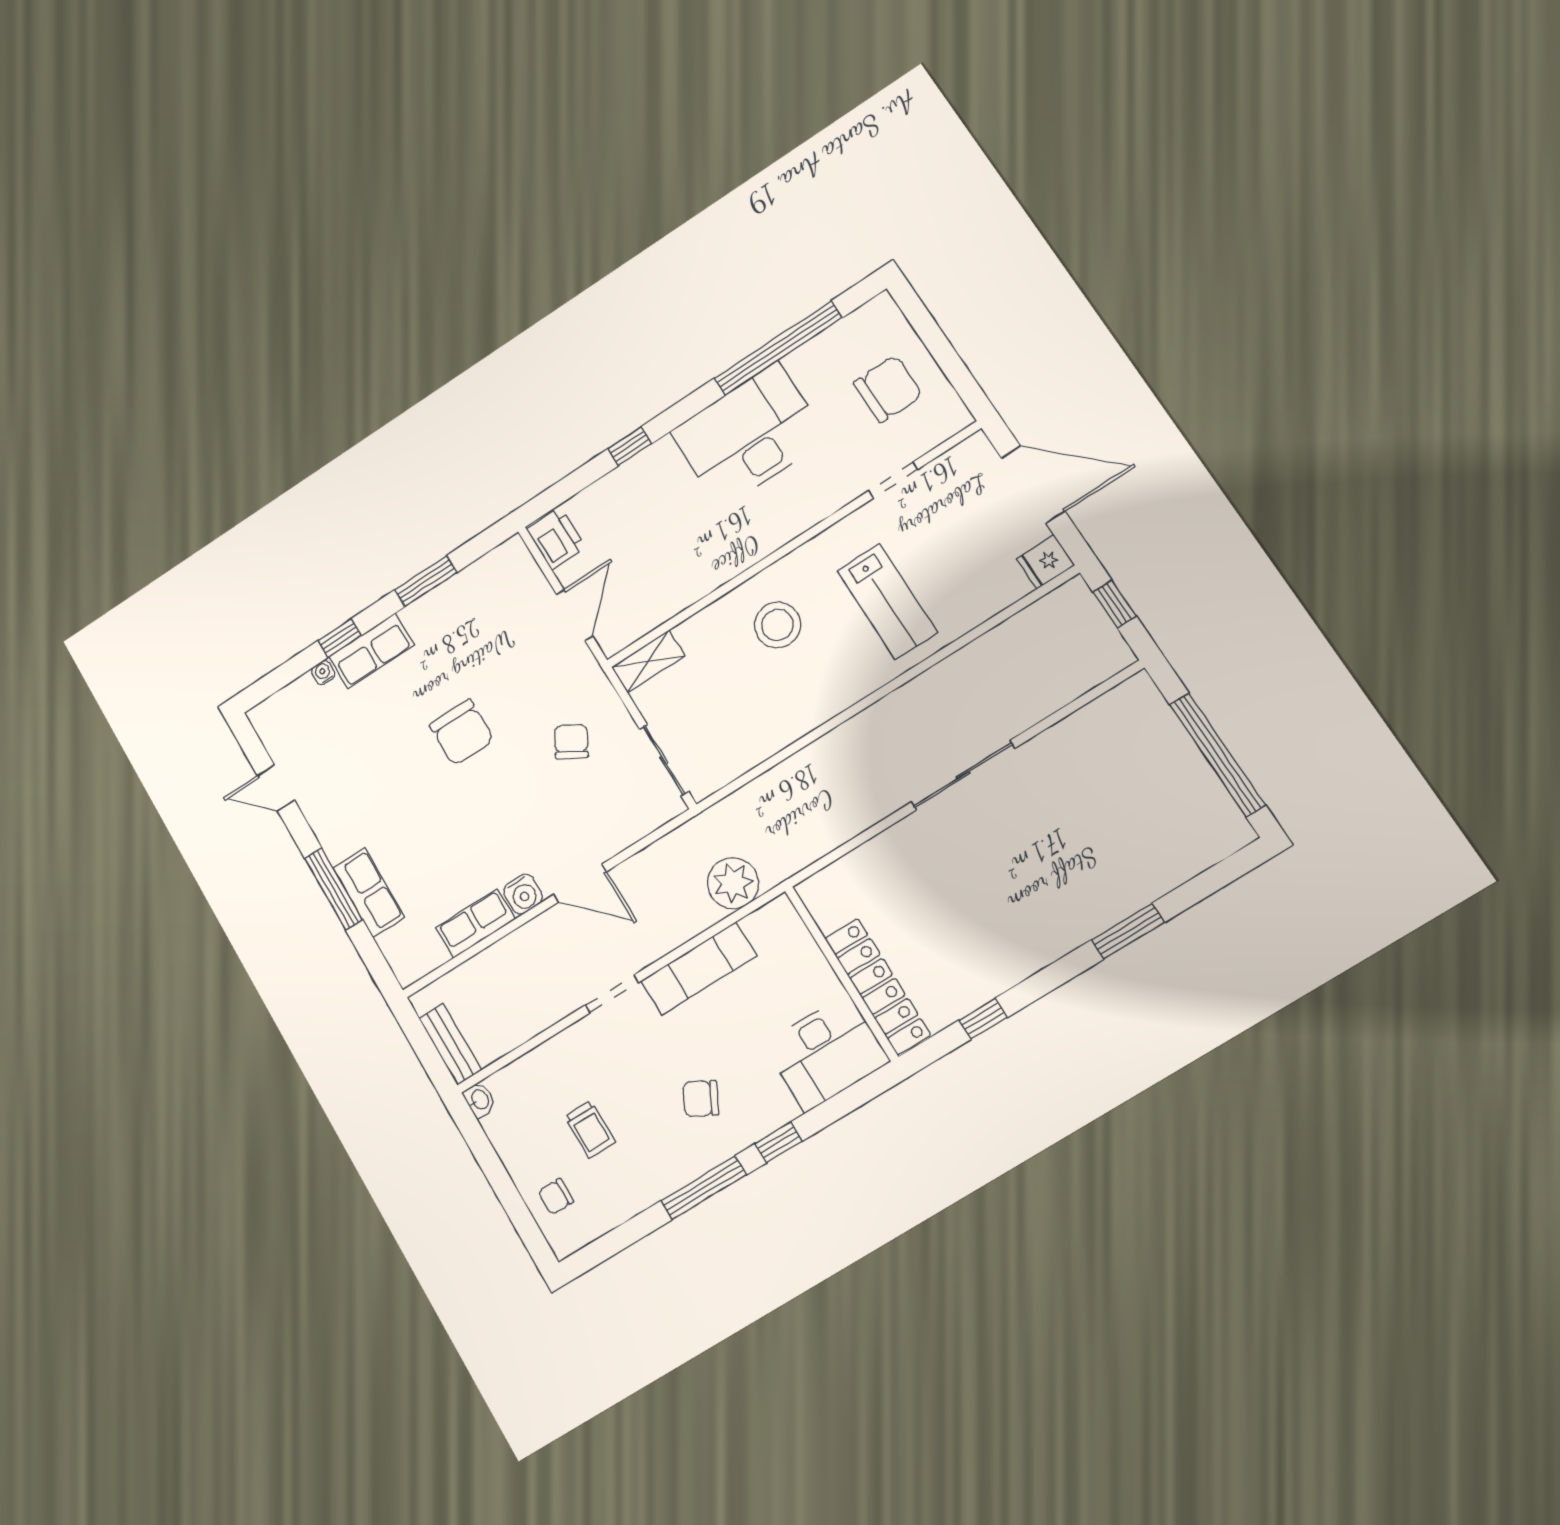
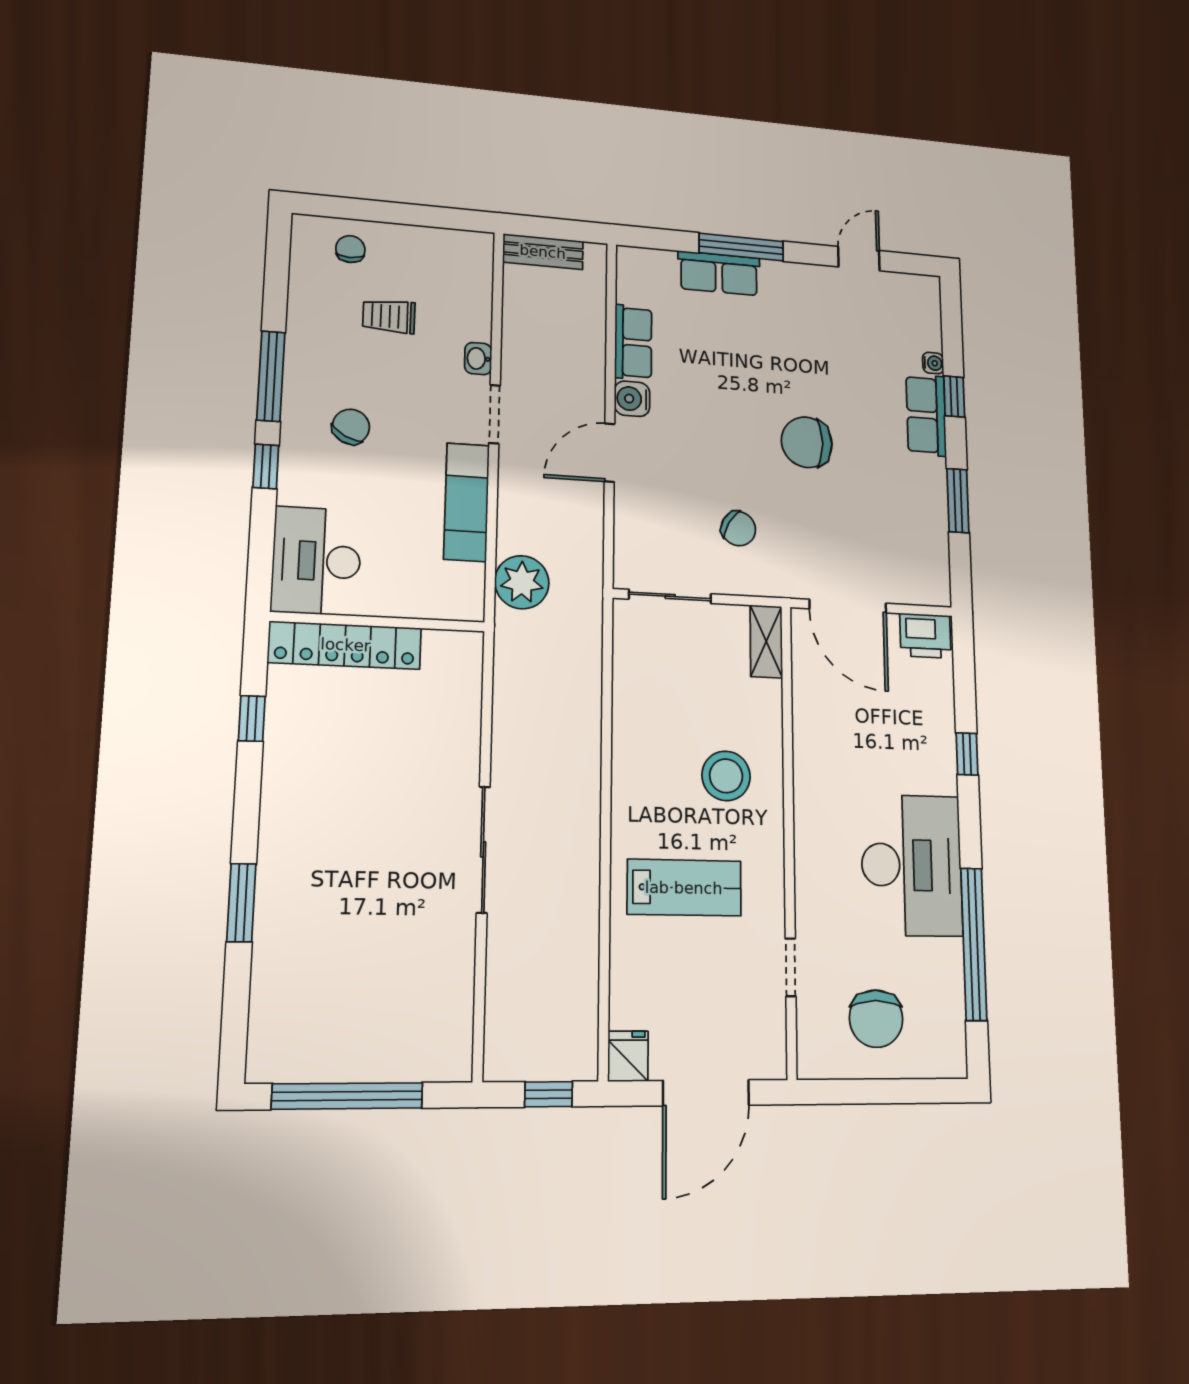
lab bench: (887, 601) -> (684, 888), turned 180
door: (574, 615) -> (848, 606), width x1.36
washbasin: (480, 1100) -> (478, 359), moved, turned 90

